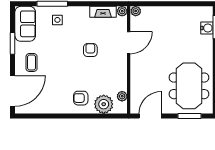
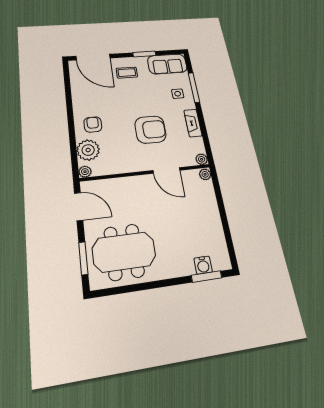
fireplace: (103, 12) -> (193, 123), moved
armchair: (90, 50) -> (150, 130), width x1.88, depth x1.88
plant: (122, 96) -> (85, 172), moved

